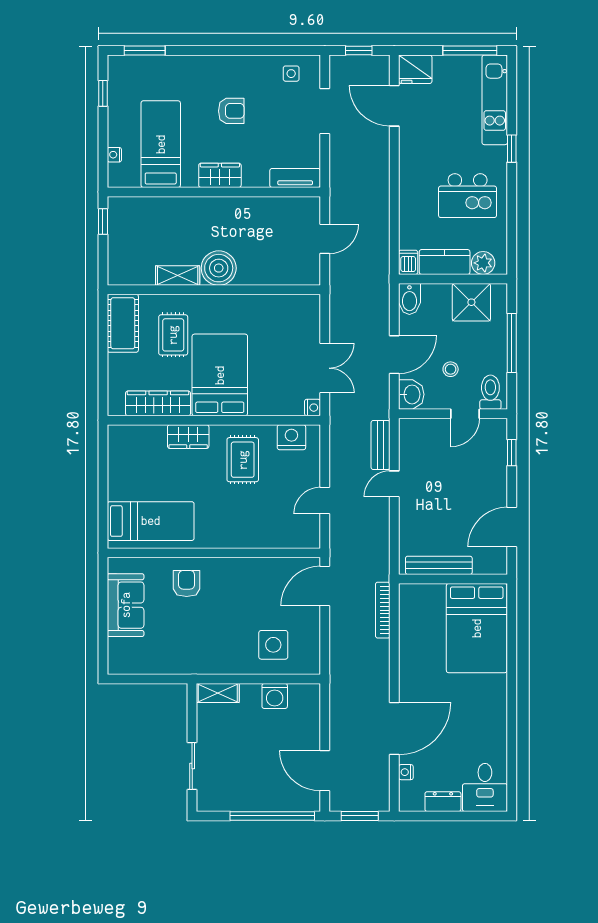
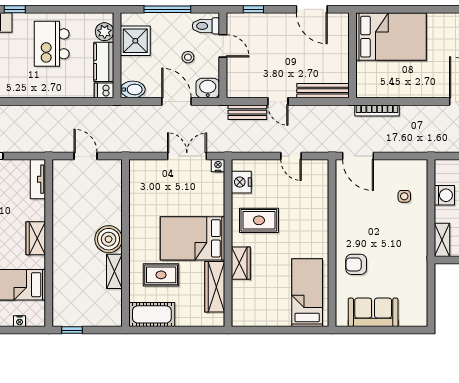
kitchen island: (468, 196) -> (52, 44), turned 180
bench: (439, 565) -> (323, 91), moved, turned 90
side table: (273, 645) -> (404, 196), width x0.54, depth x0.54

